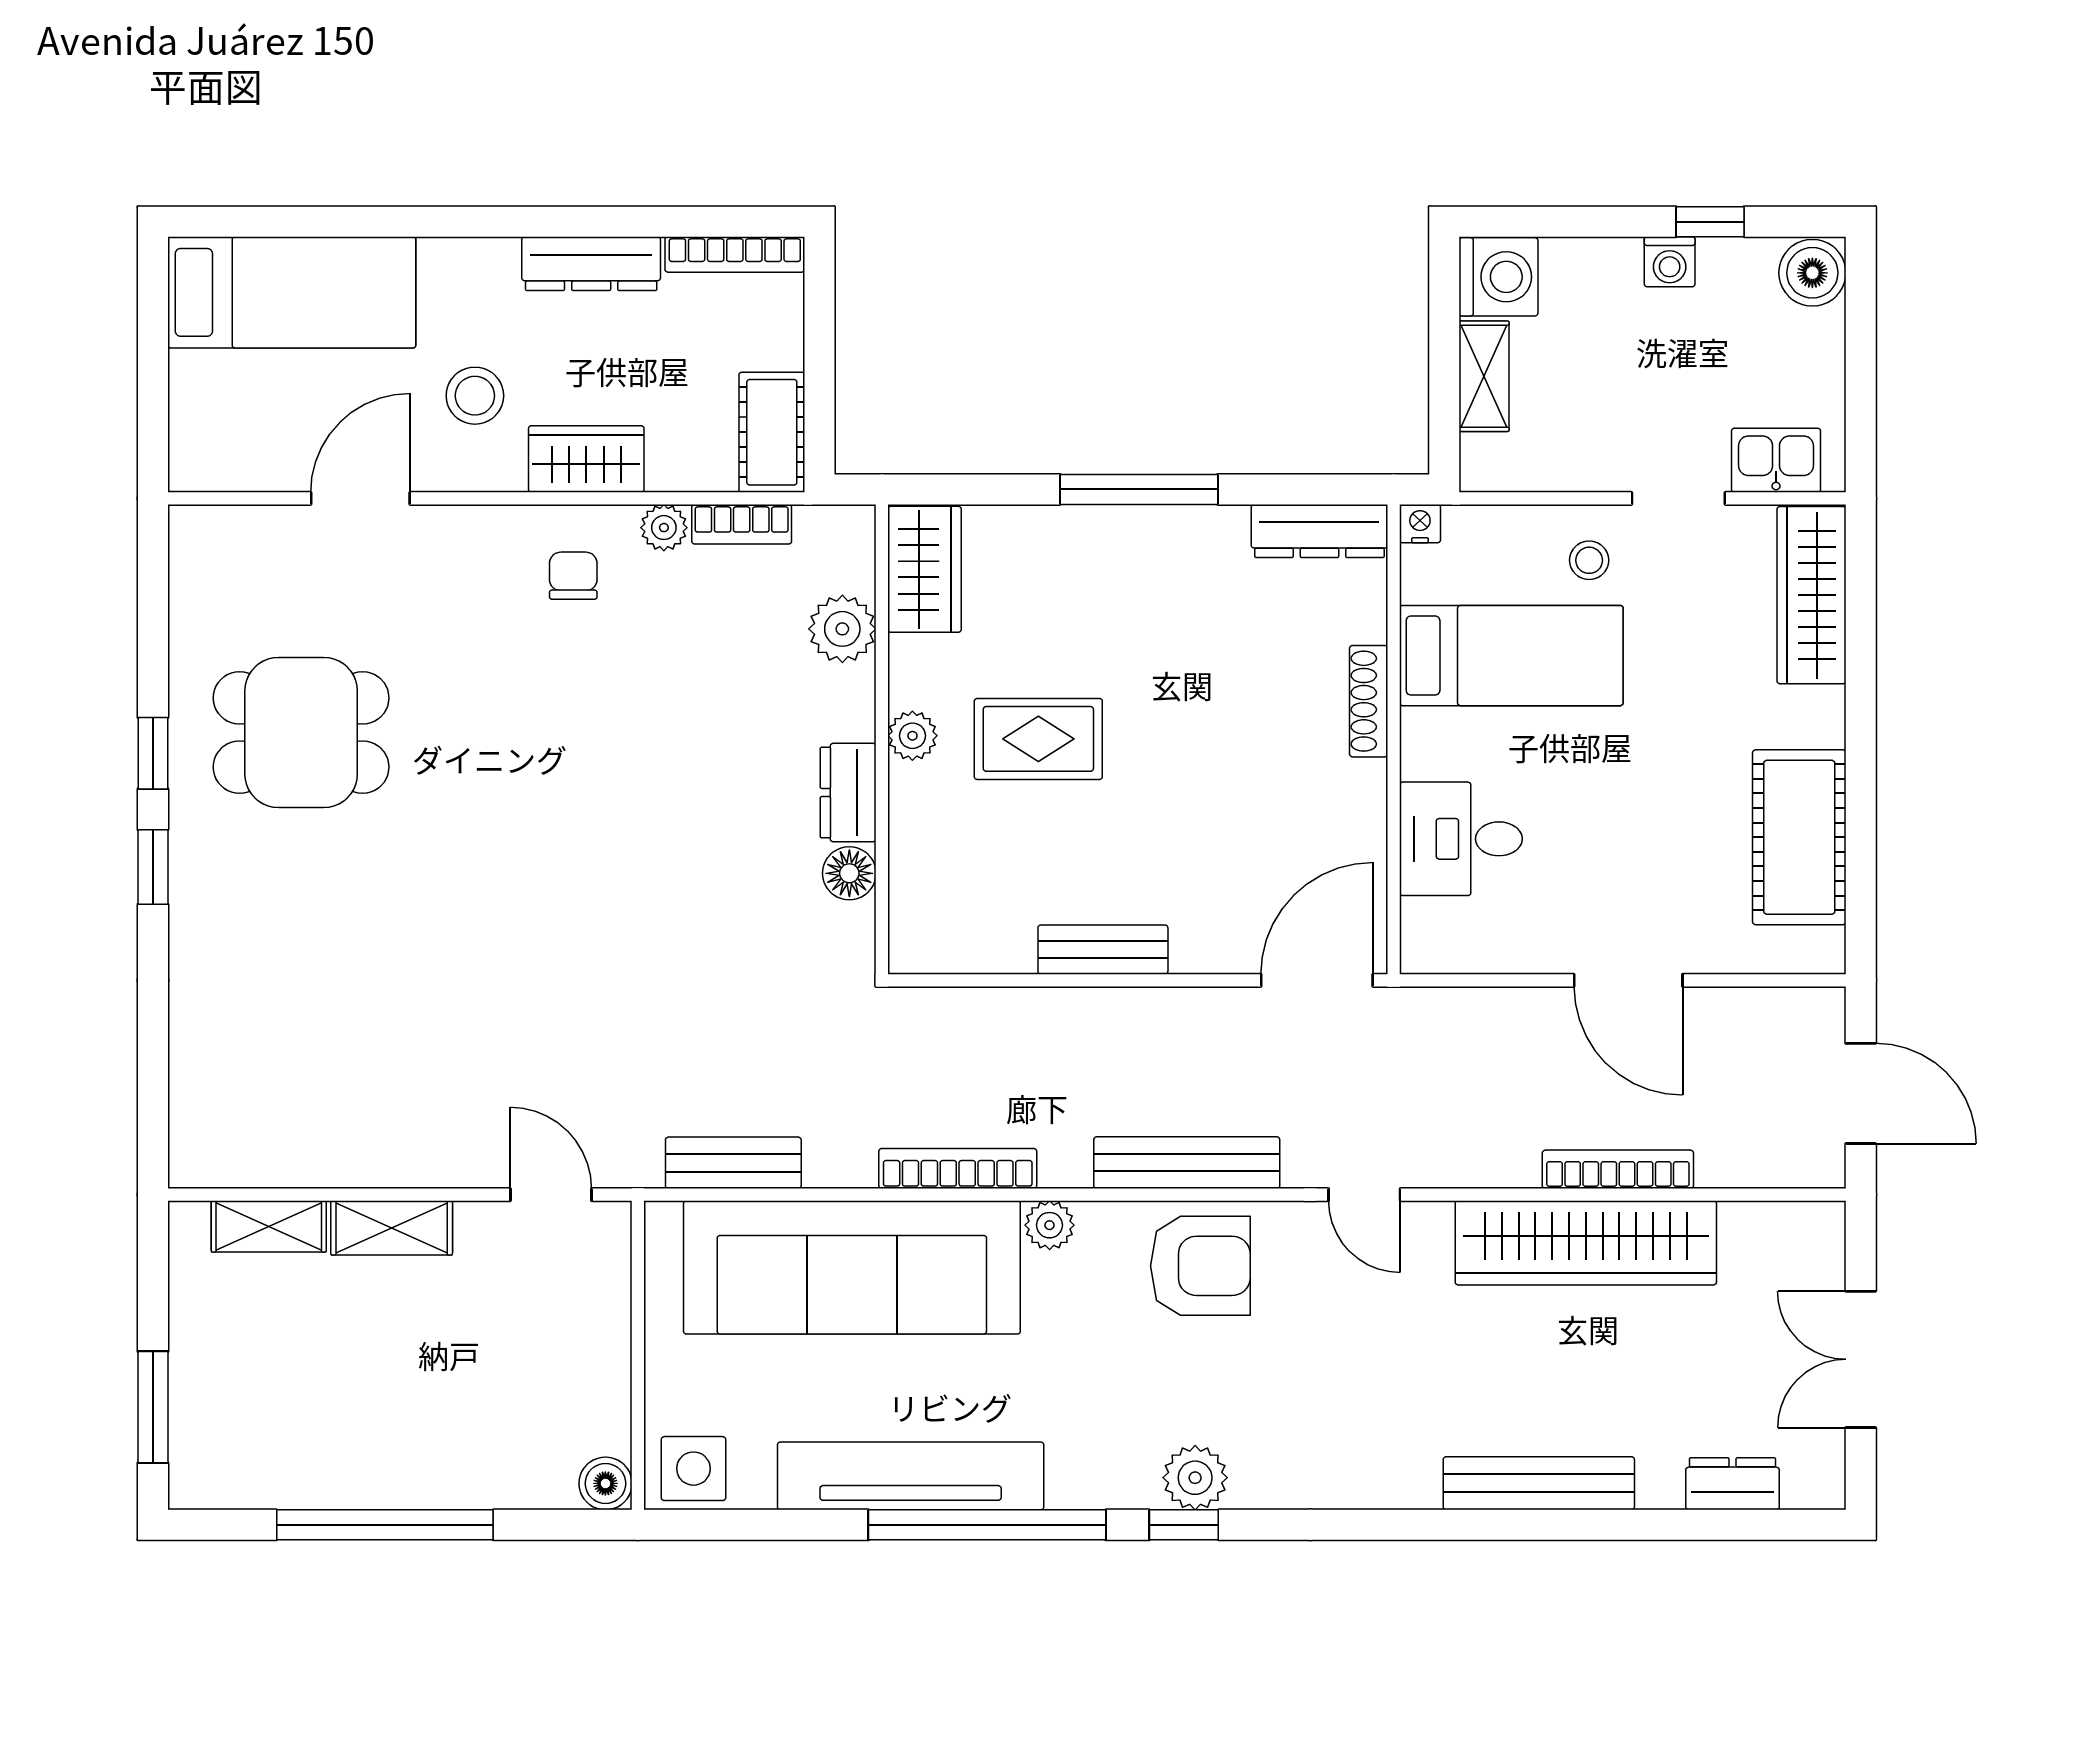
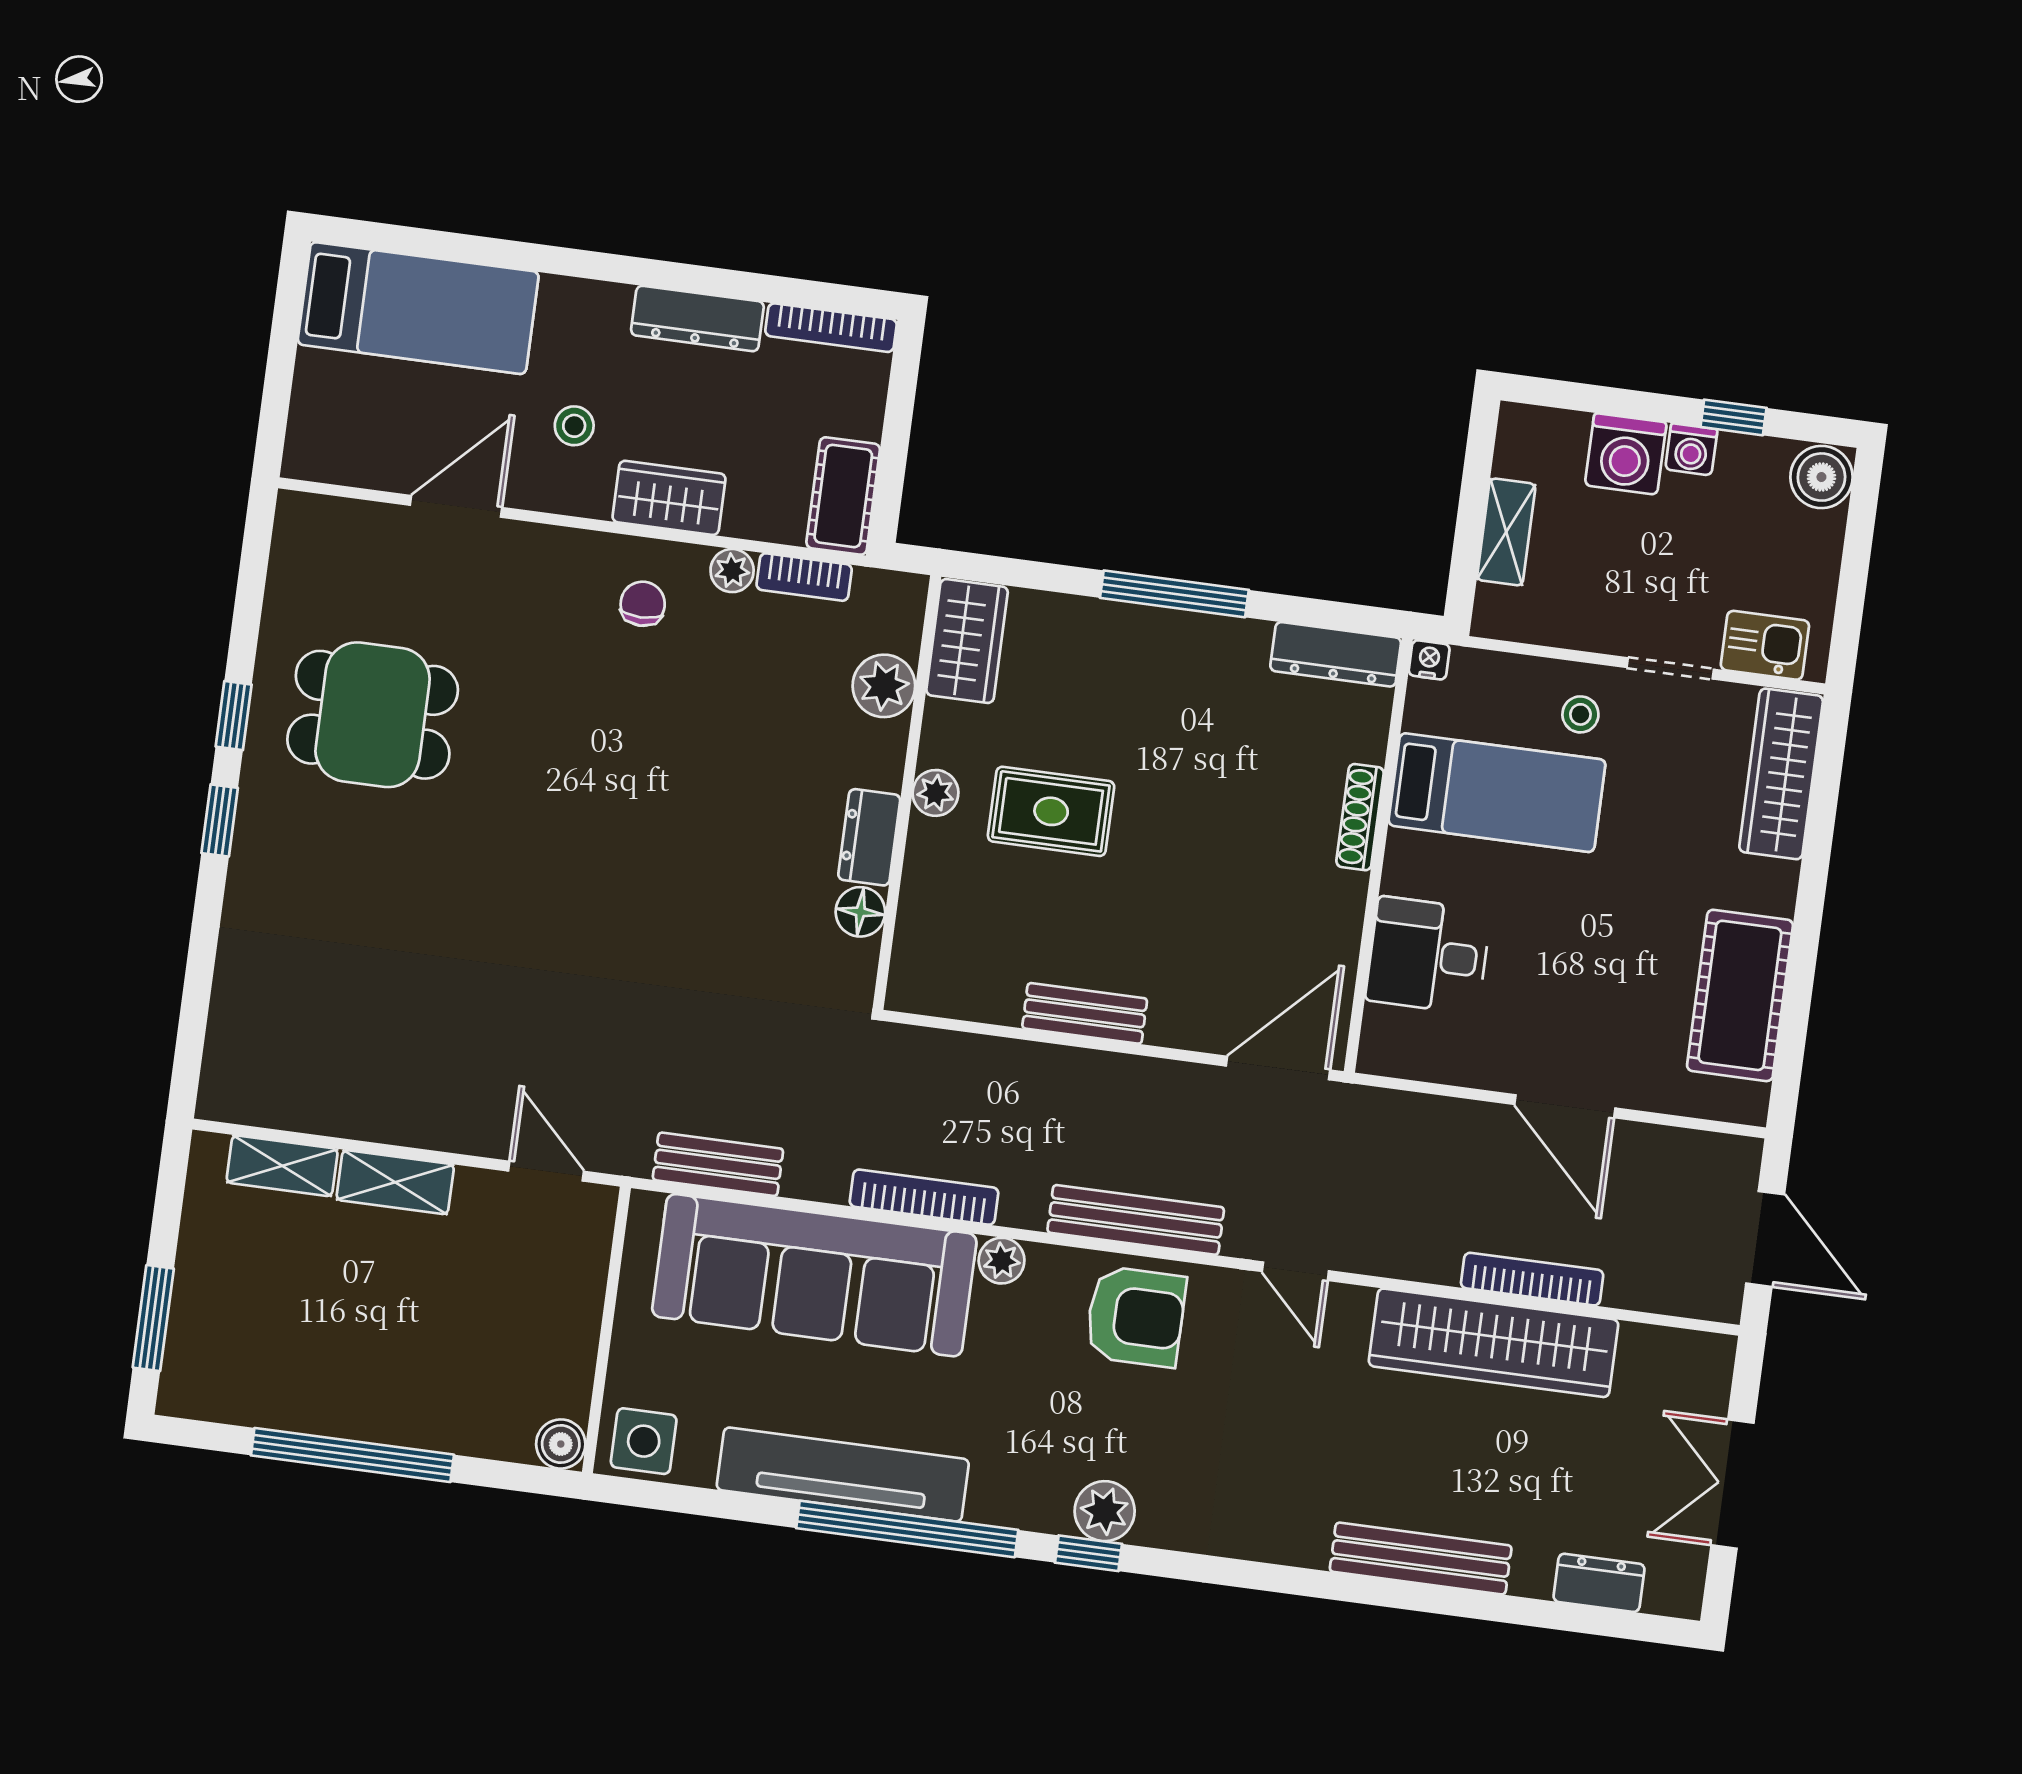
washing machine: (1498, 277) -> (1626, 454), moved, turned 90
stool: (475, 396) -> (574, 426), width x0.73, depth x0.73

